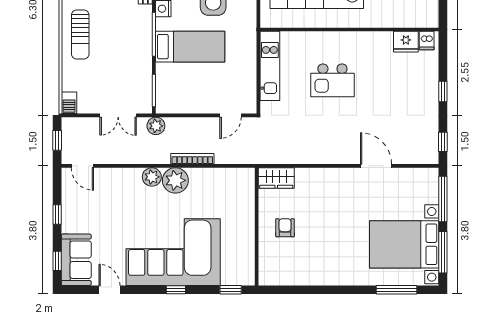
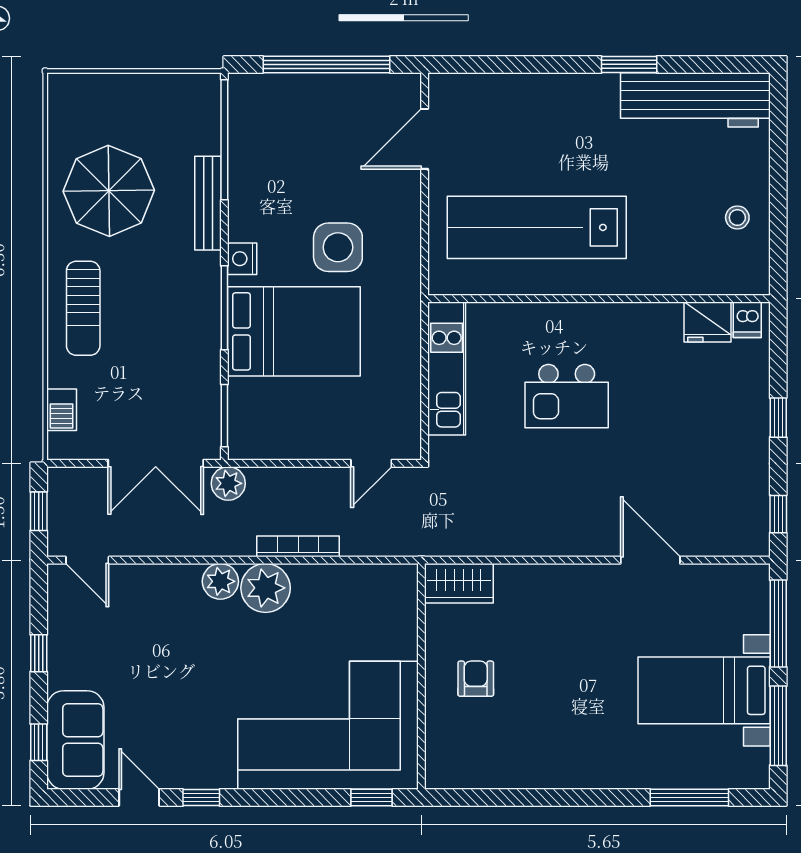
bed: (190, 47) -> (294, 331), width x1.50
barbecue: (69, 103) -> (62, 410), moved
double door: (118, 115) -> (156, 463), width x1.37
bed with nightstands: (404, 244) -> (704, 690), width x0.73
corner sofa: (173, 252) -> (328, 725), moved
window: (176, 290) -> (201, 798), moved

